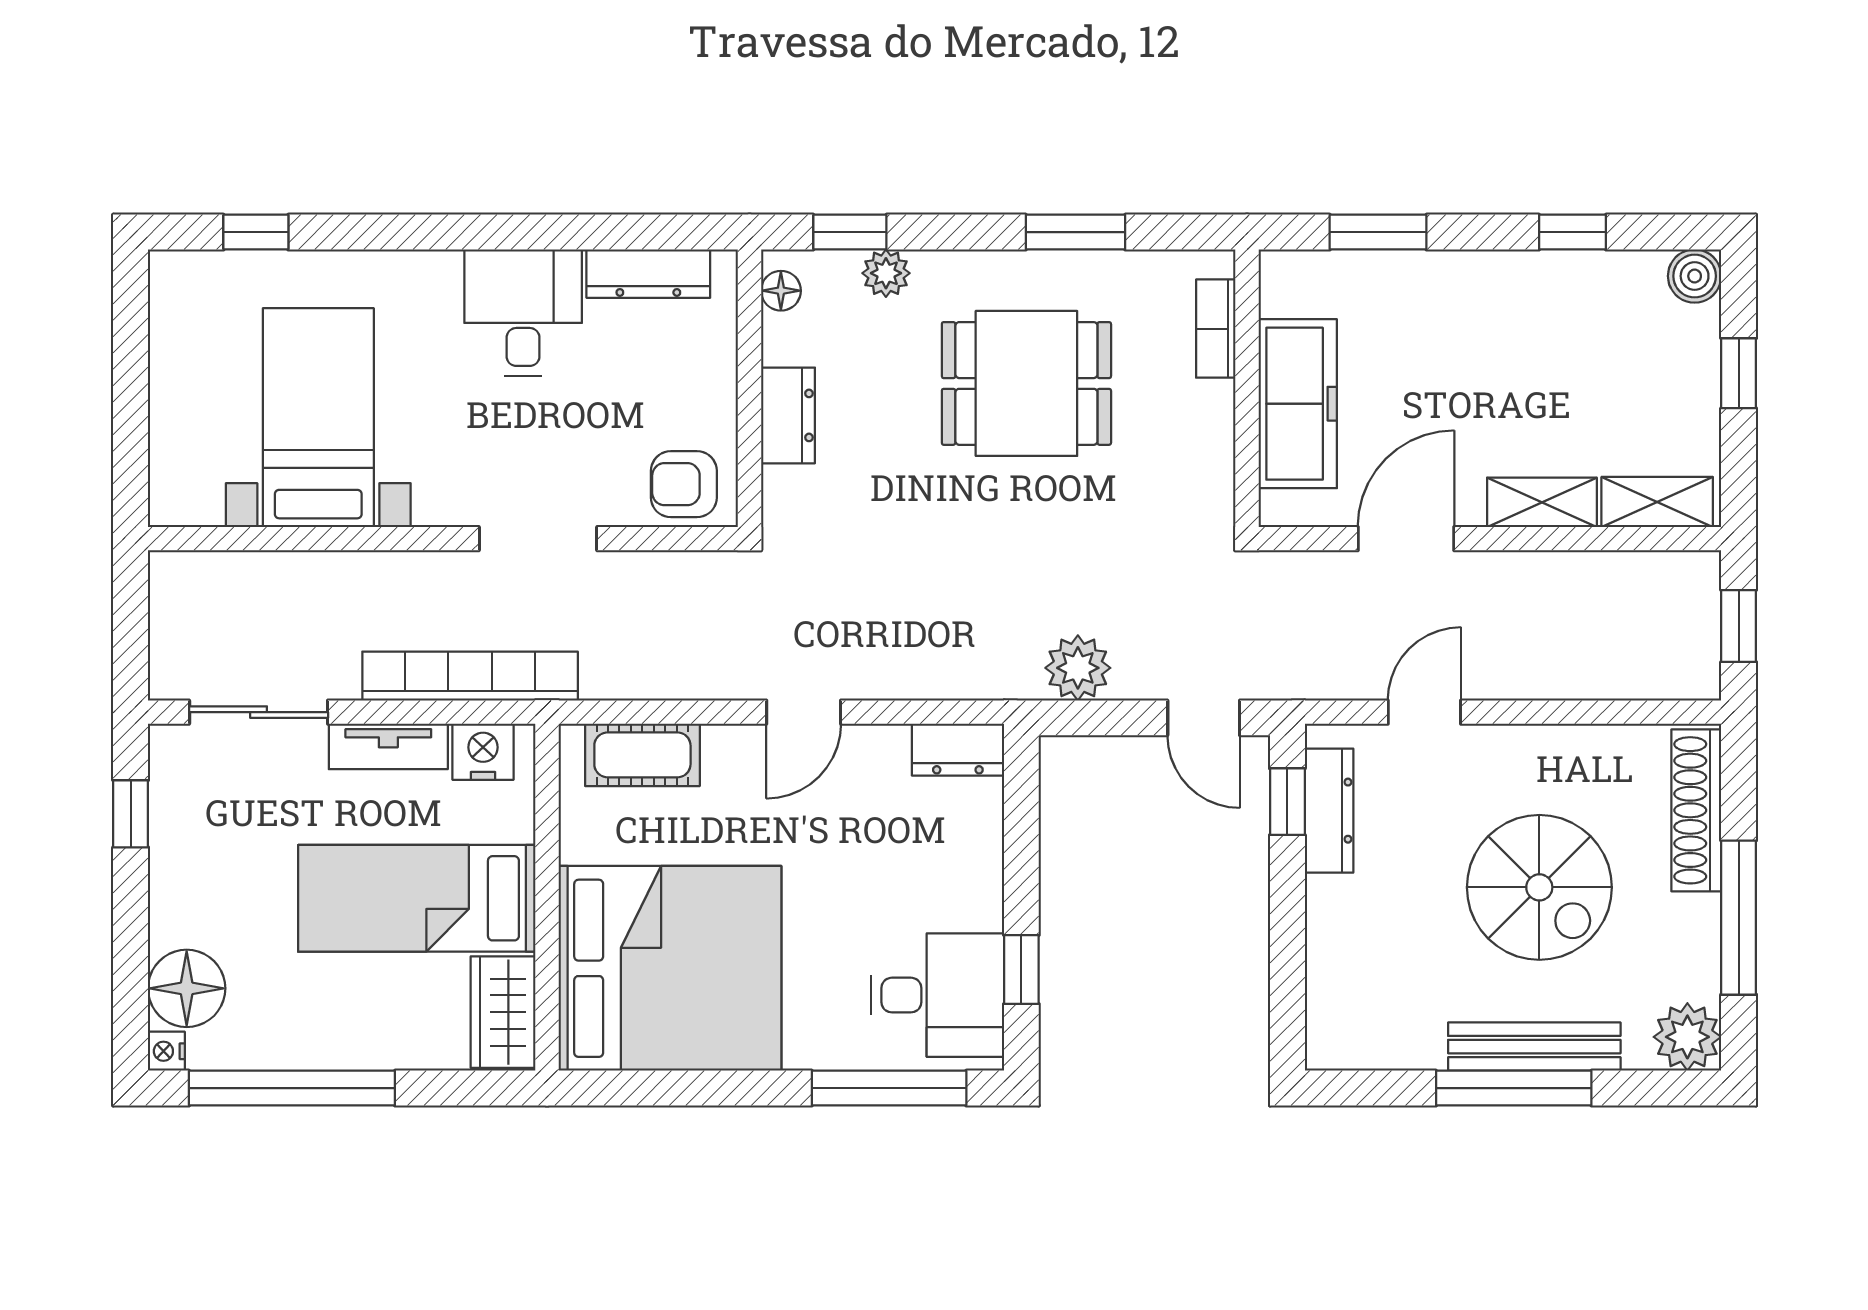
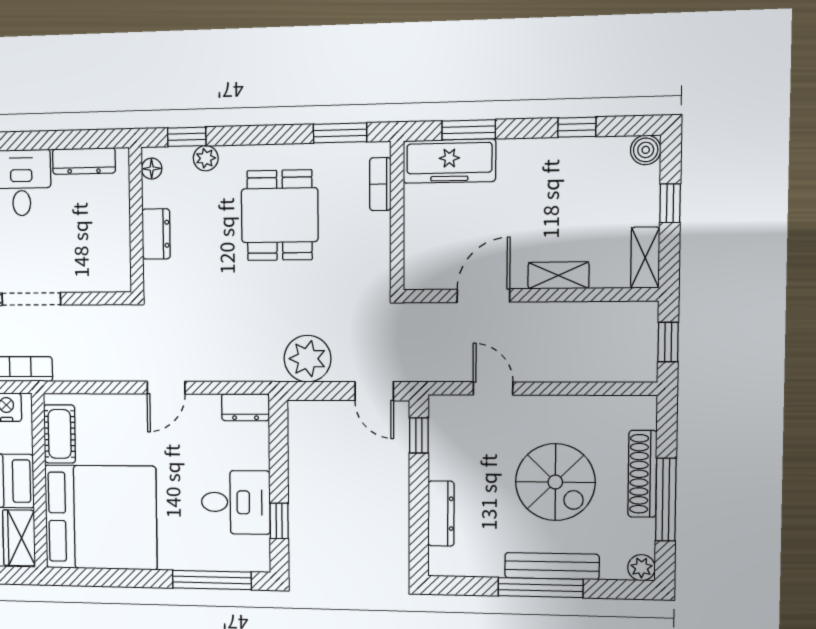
window: (1076, 232) -> (340, 133), moved
dining table: (1026, 383) -> (280, 215), turned 90
freezer: (1298, 404) -> (449, 161), moved, turned 90
armchair: (684, 484) -> (104, 270), removed
shelving: (1657, 502) -> (645, 258), moved, turned 90
plant: (1078, 668) -> (308, 359), width x1.36, depth x1.36
door: (1424, 712) -> (493, 388), hinge flipped
cot: (642, 755) -> (60, 434), moved, turned 90
shoe rack: (1696, 810) -> (642, 474), moved
dresser: (1329, 811) -> (441, 514), moved
desk: (937, 995) -> (236, 502), moved
plant: (1687, 1037) -> (641, 568), width x0.73, depth x0.73

